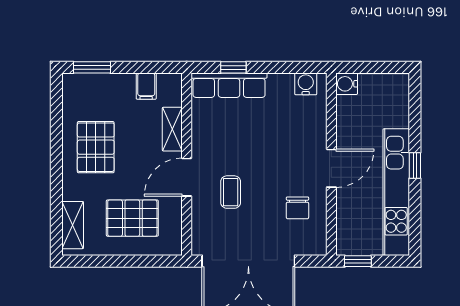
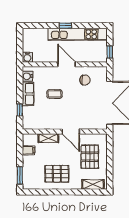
row of seats: (229, 85) -> (28, 94), moved, width x0.68
coffee table: (231, 192) -> (54, 94), moved

